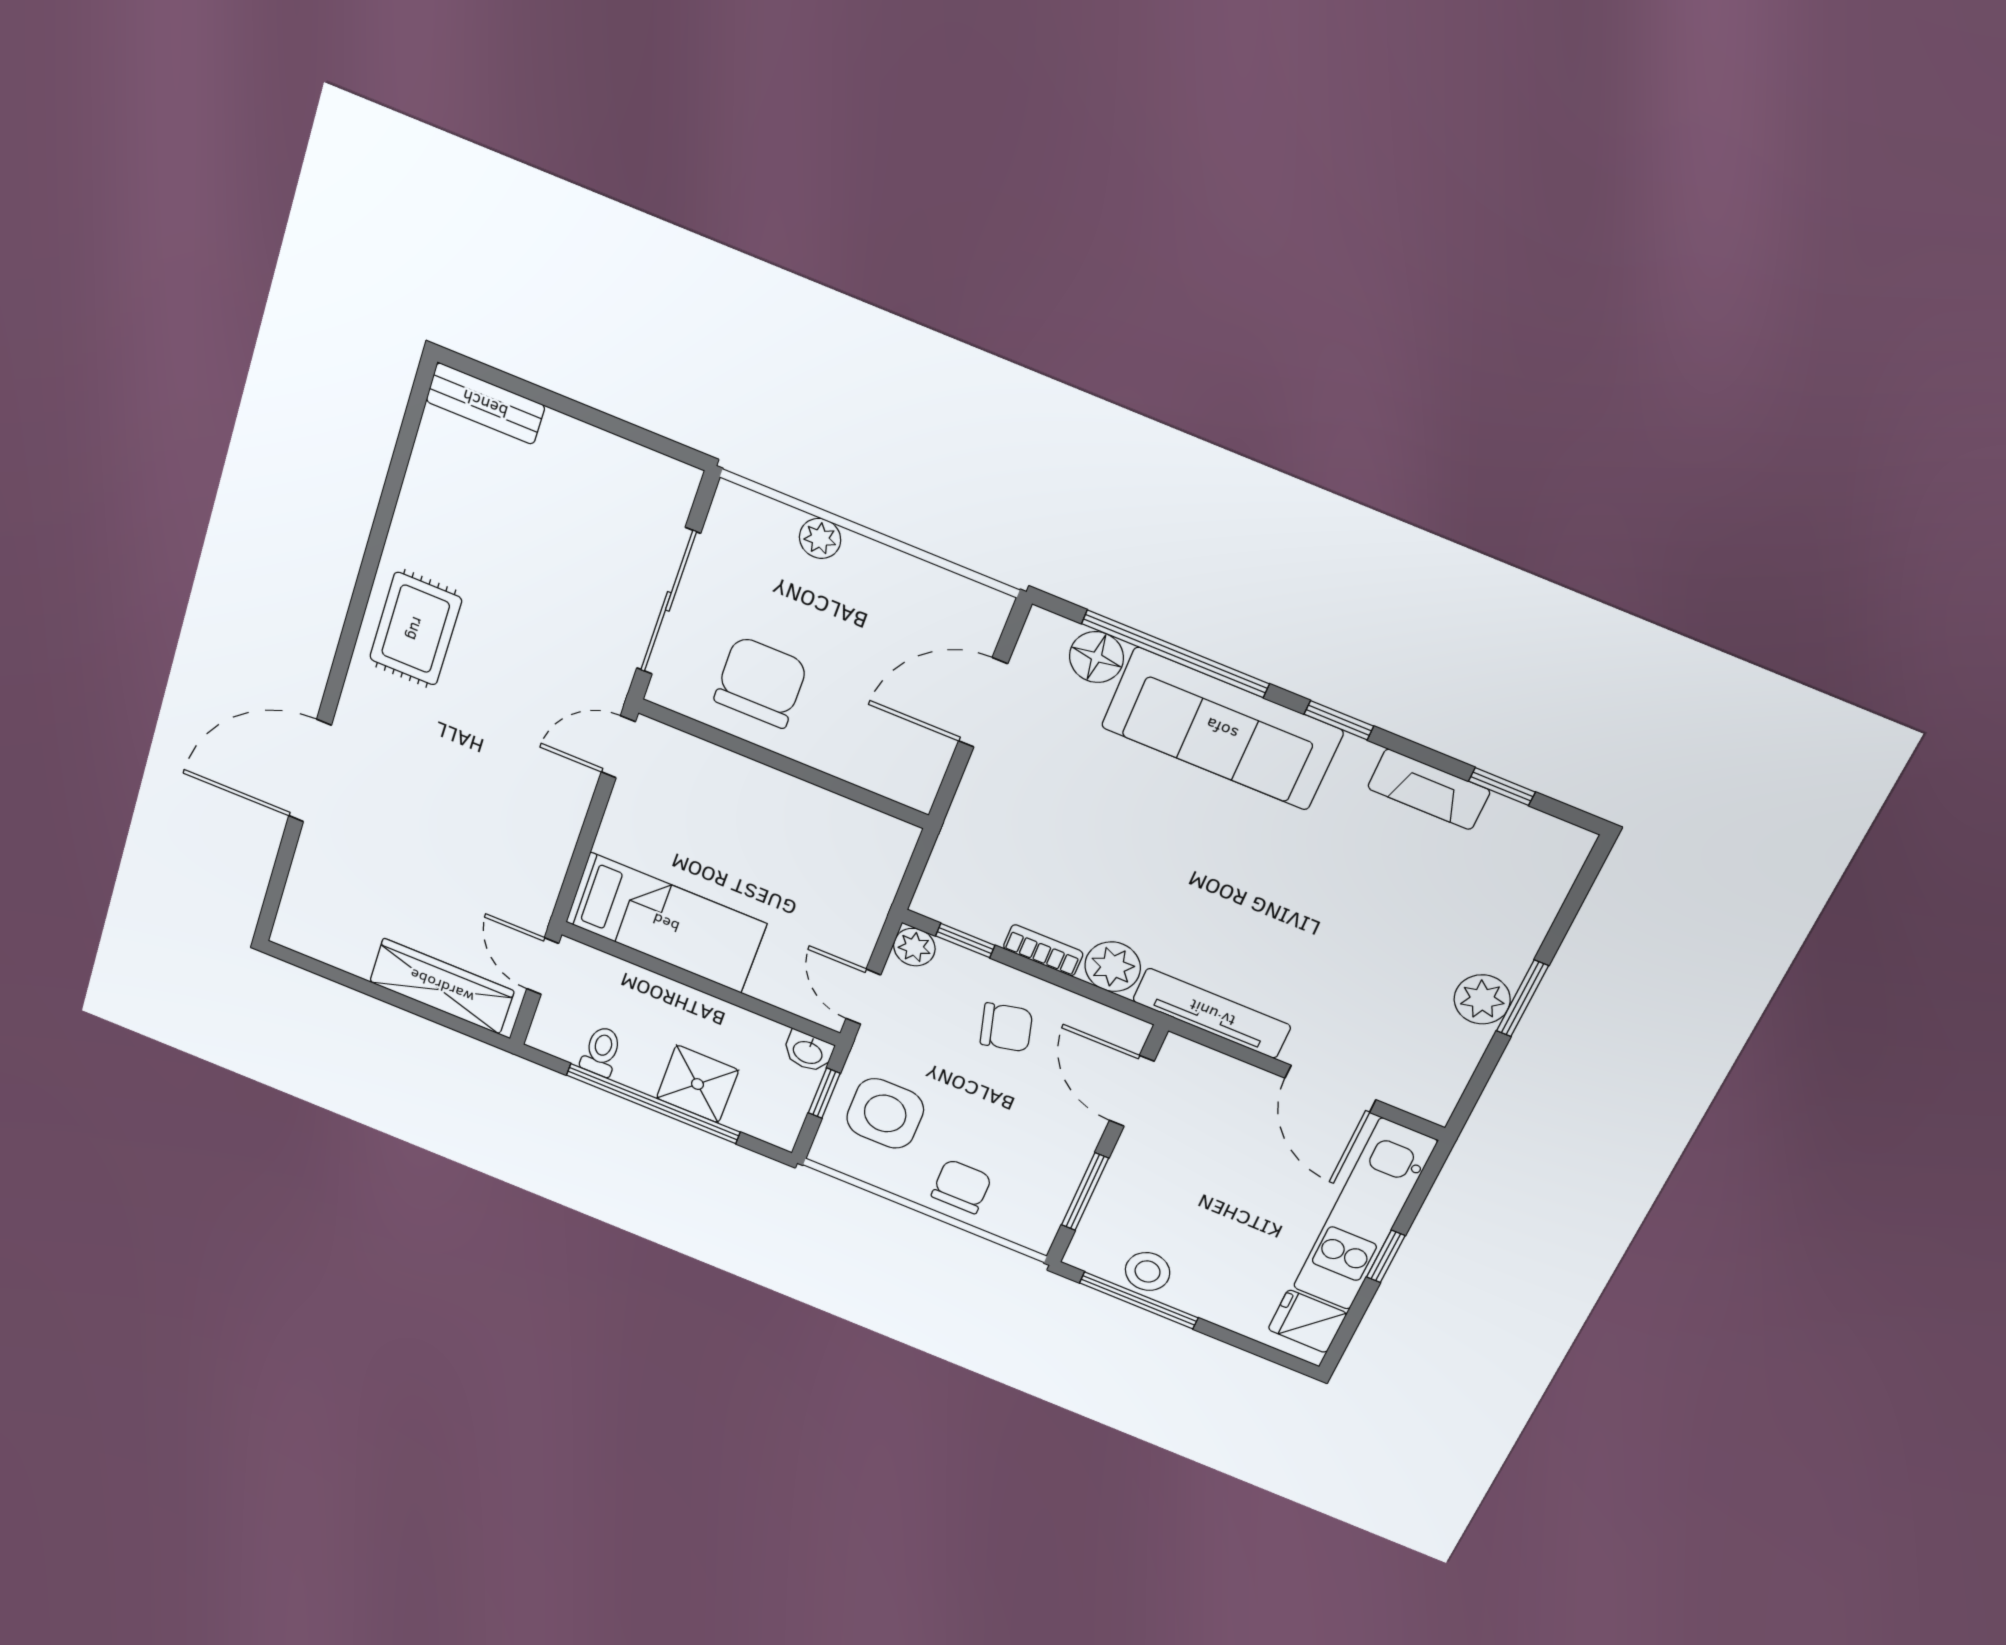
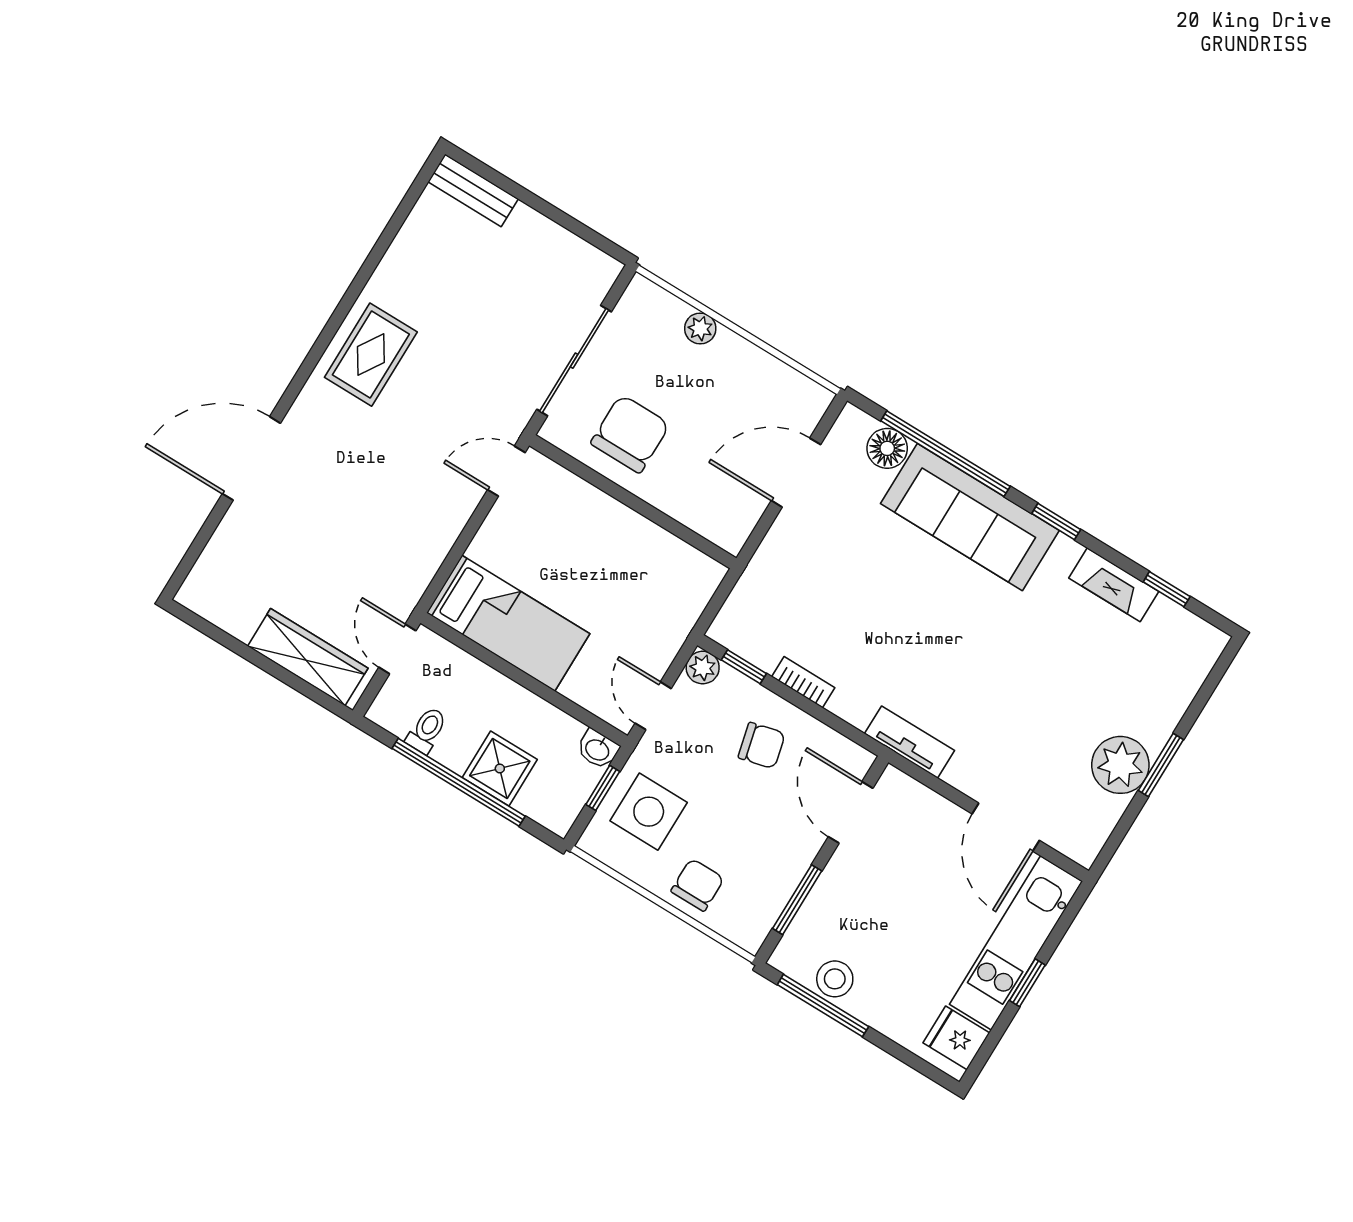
plant: (1113, 967) -> (855, 702), removed
plant: (1482, 999) -> (1120, 765), width x1.36, depth x1.36
tv unit: (1212, 1013) -> (909, 742), width x0.71

